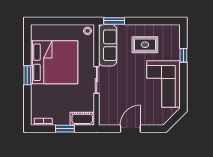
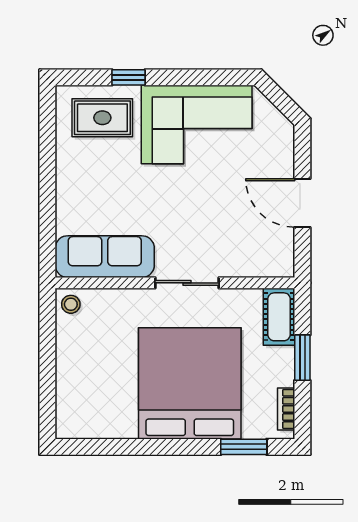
window: (114, 21) -> (47, 241), removed
rug: (145, 45) -> (102, 118), moved, turned 90
bed: (54, 62) -> (190, 383), moved
window: (27, 75) -> (244, 447), moved

